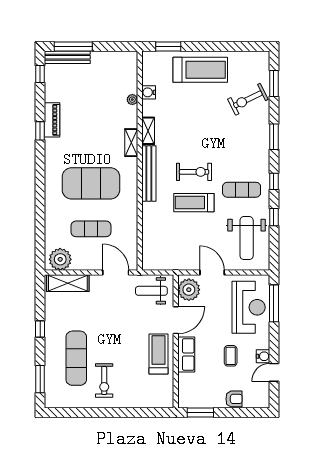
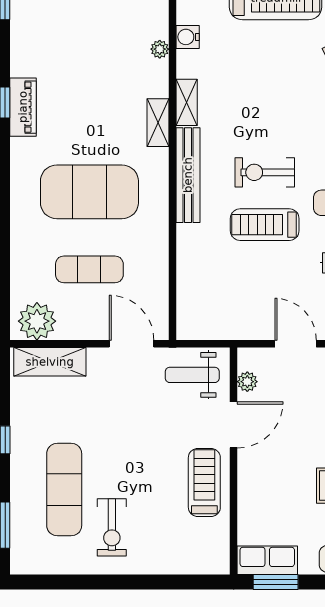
piano: (52, 120) -> (23, 107), moved
exercise bike: (194, 172) -> (265, 172), turned 180
plant: (189, 290) -> (247, 382), width x0.53, depth x0.53
row of seats: (186, 354) -> (267, 560), moved, turned -90

